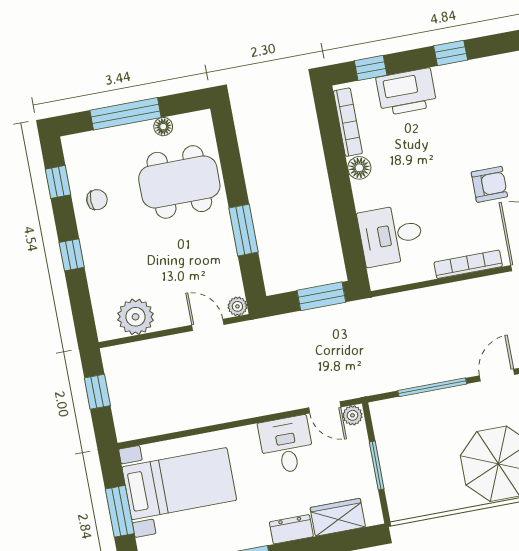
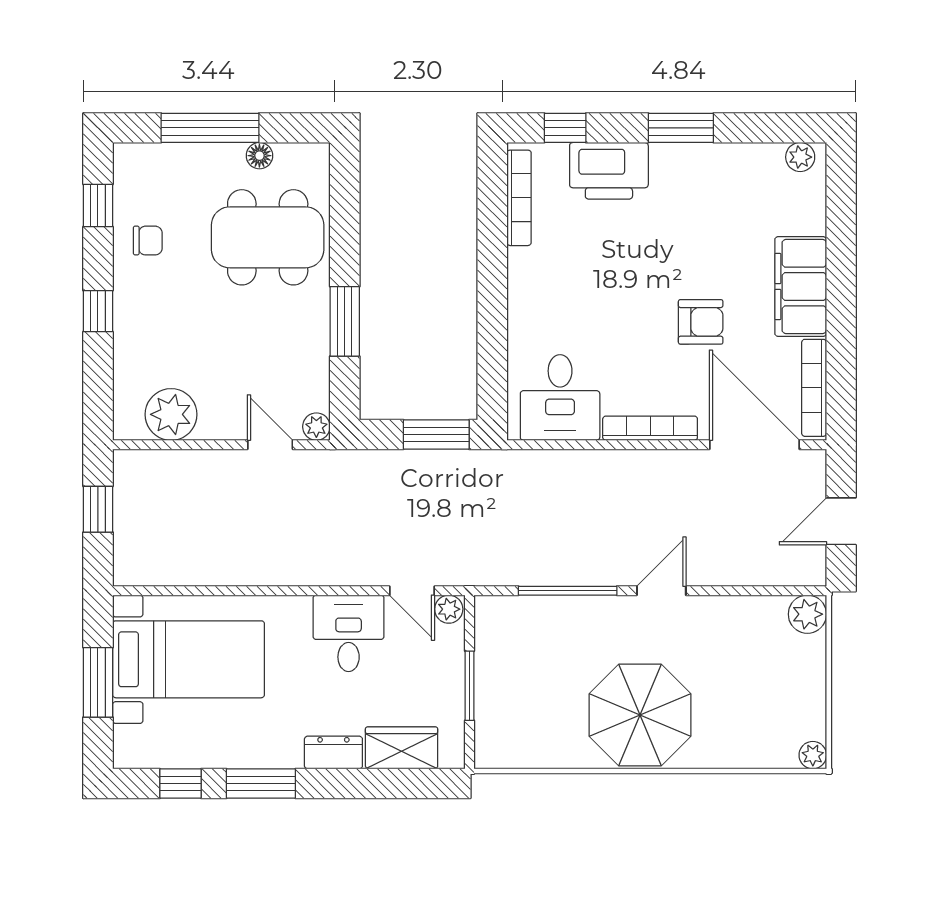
window: (451, 53) -> (681, 128), width x1.50
floor lamp: (359, 168) -> (523, 265), removed
desk: (391, 235) -> (560, 397), moved, turned -90

